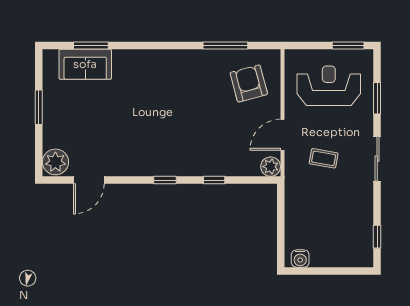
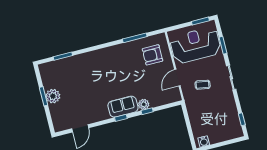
sofa: (85, 64) -> (123, 107), moved, turned 180
armchair: (249, 83) -> (152, 55), turned -75
reception desk: (329, 86) -> (195, 45), width x1.36, depth x1.30
plant: (55, 162) -> (53, 96), moved
plant: (271, 167) -> (144, 104), moved

